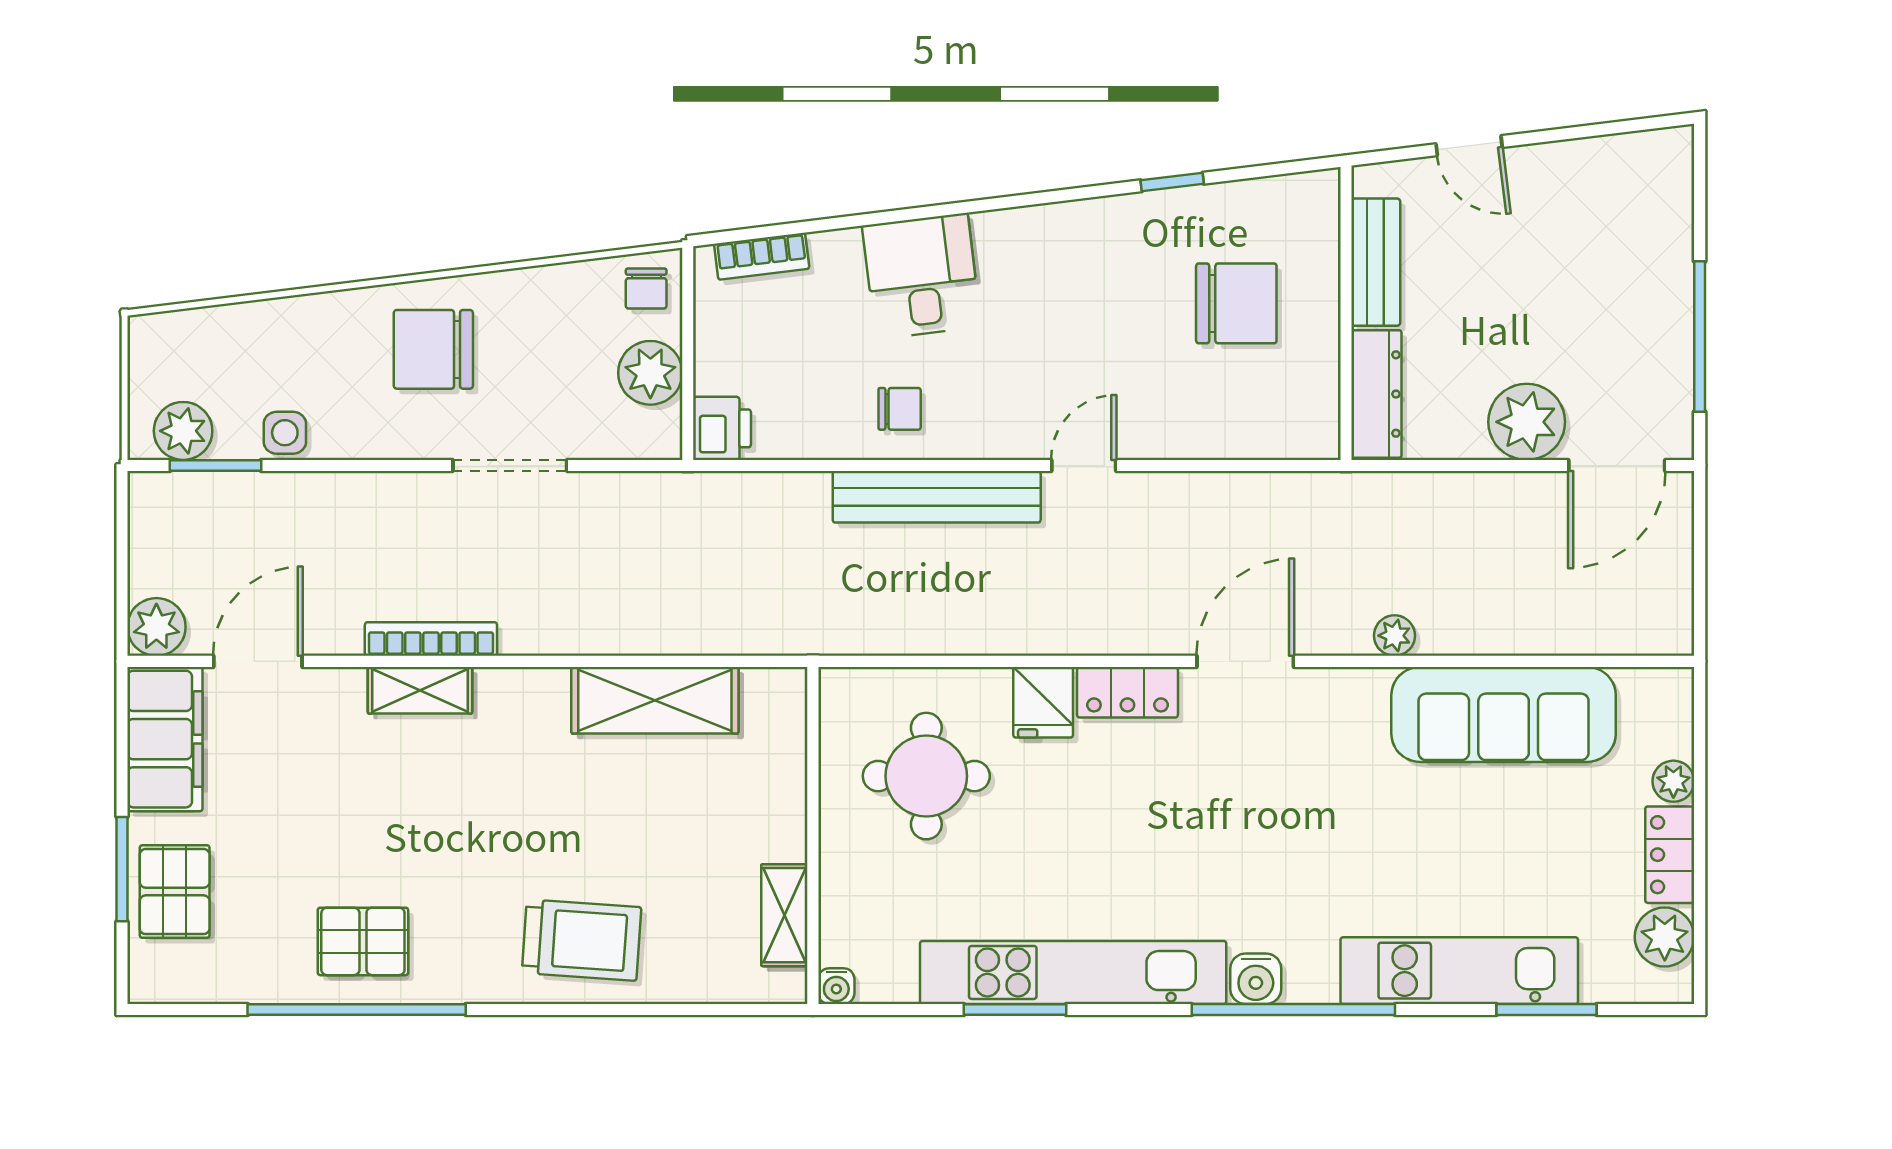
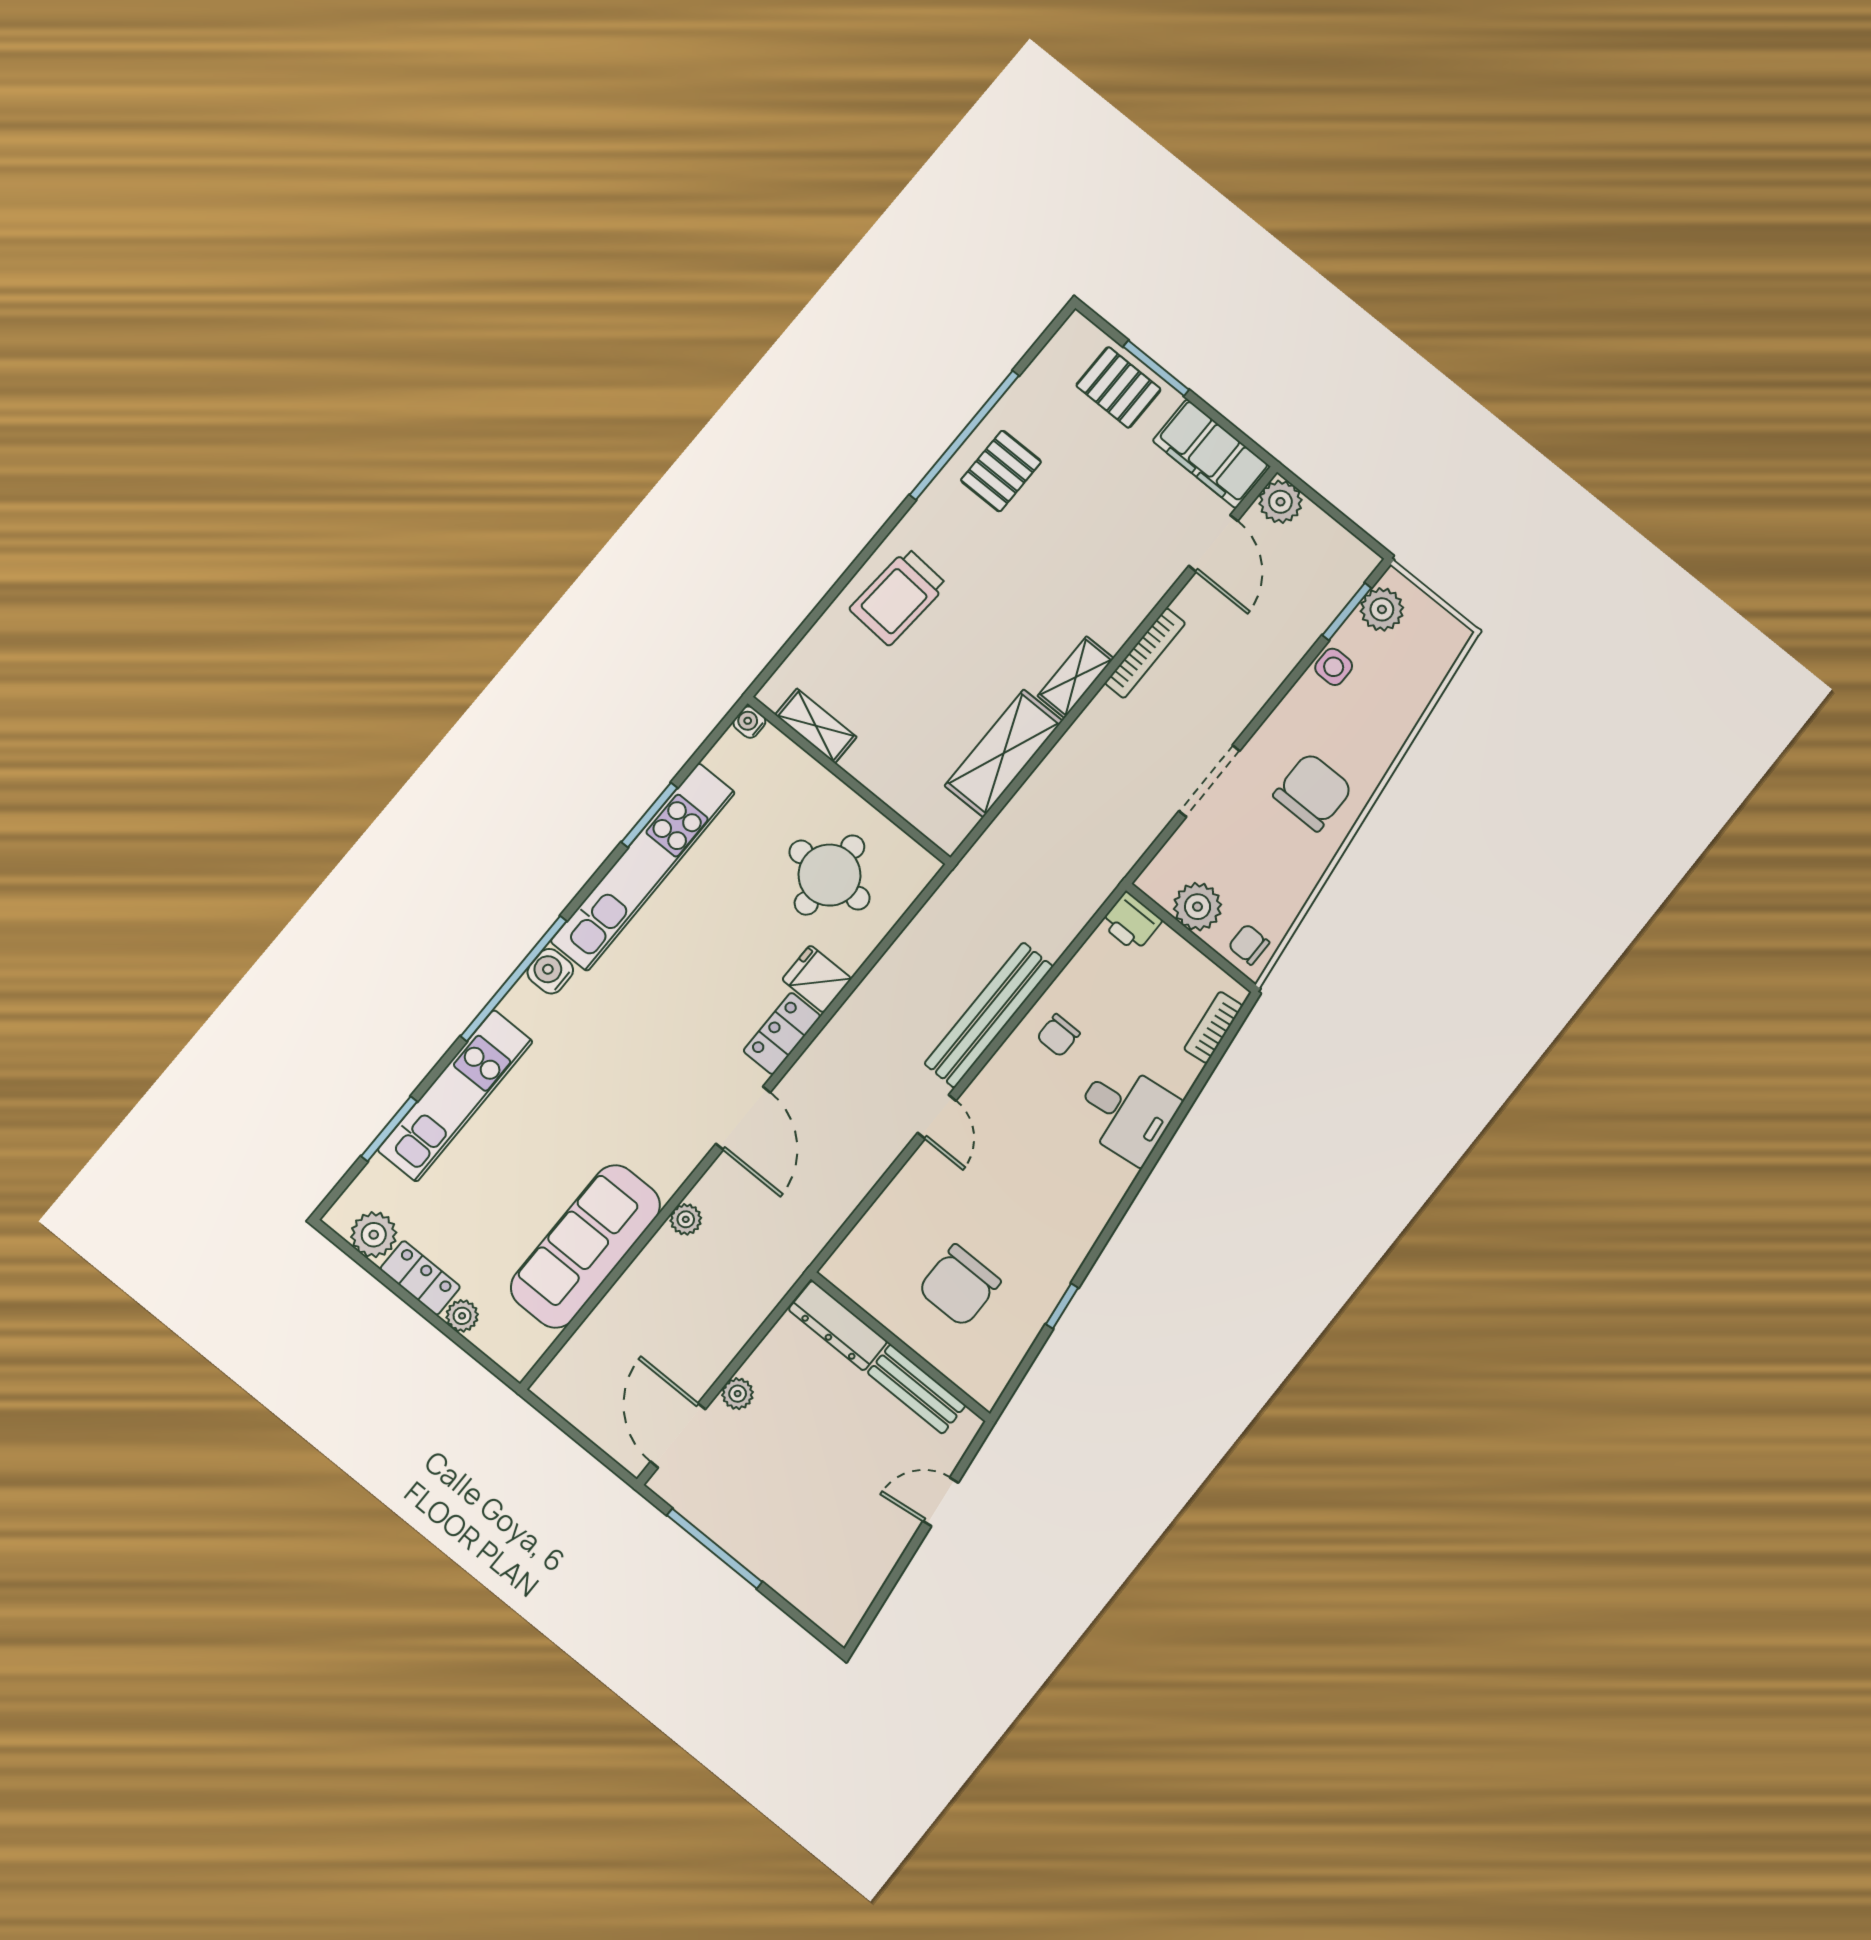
plant: (1527, 422) -> (738, 1394), width x0.53, depth x0.53
shelving: (420, 690) -> (1076, 677), moved

